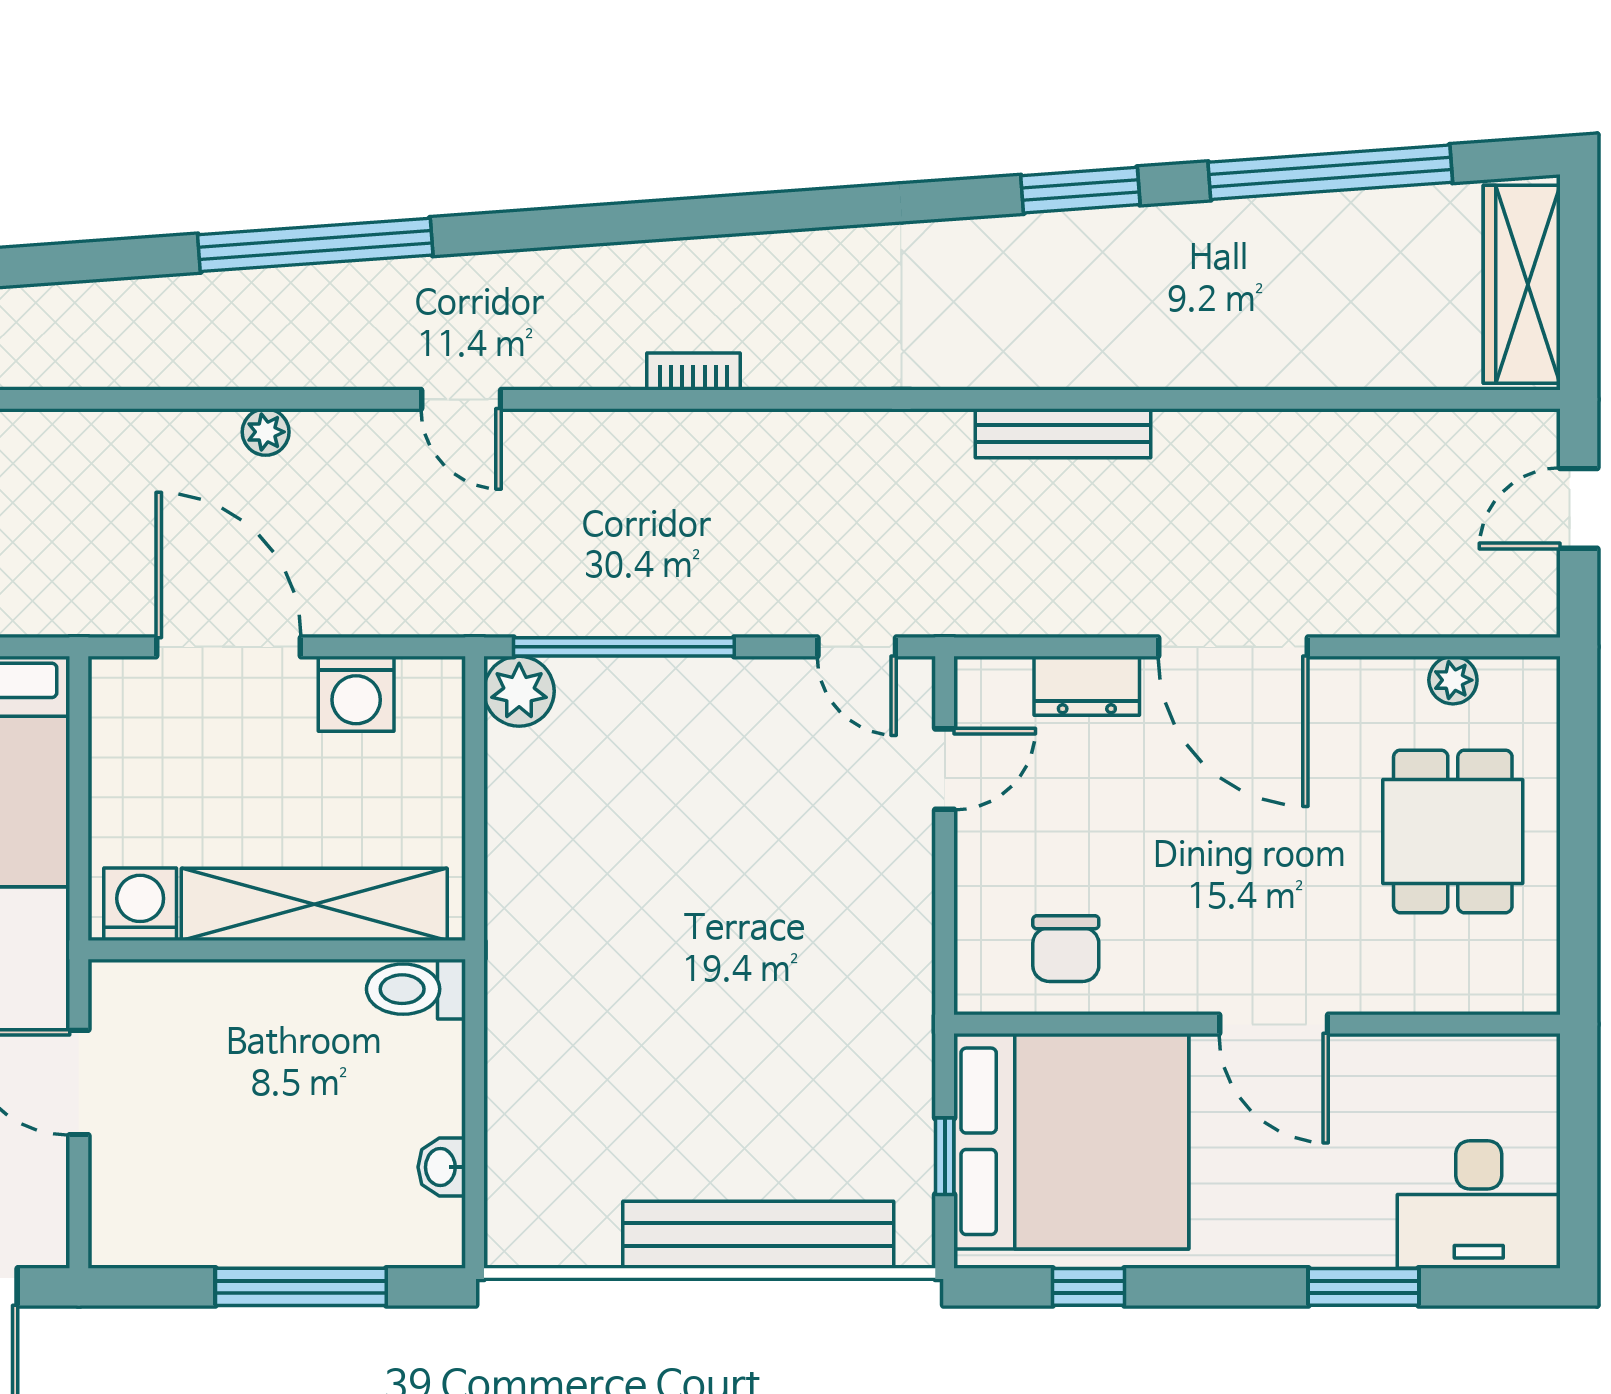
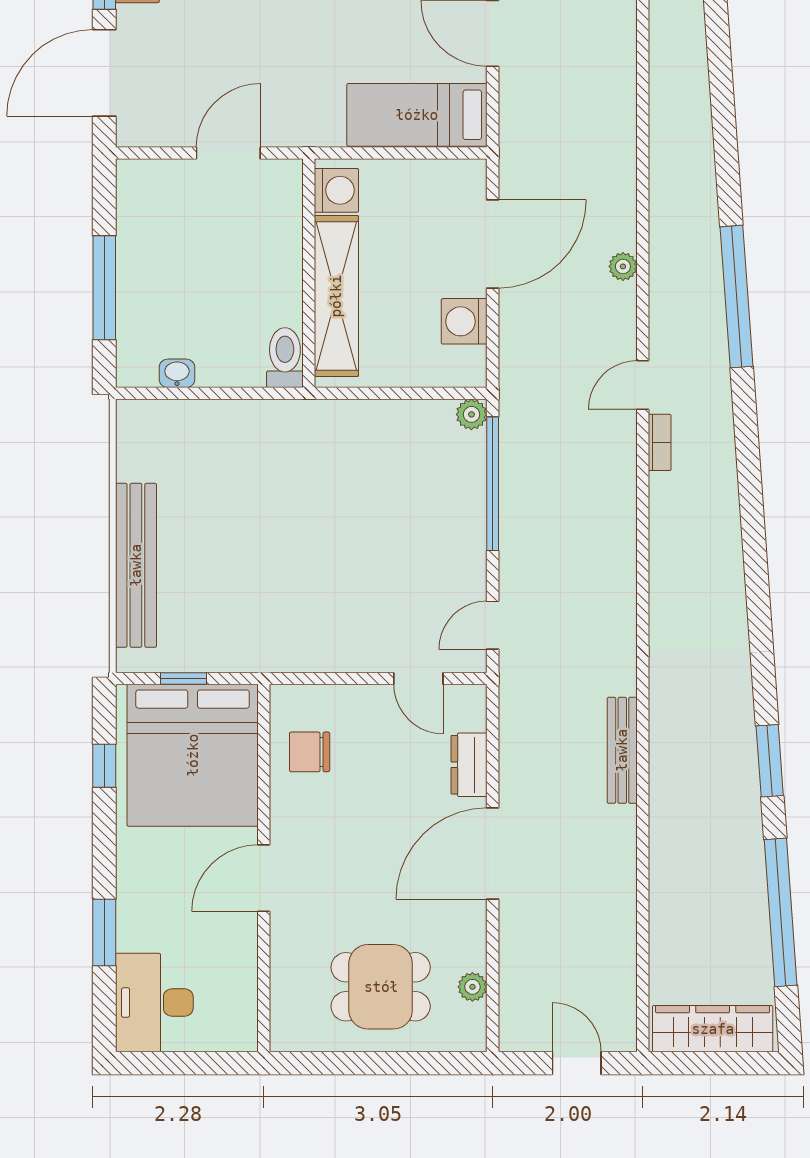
bookcase: (693, 372) -> (660, 442), moved
plant: (519, 691) -> (471, 414), width x0.73, depth x0.73

